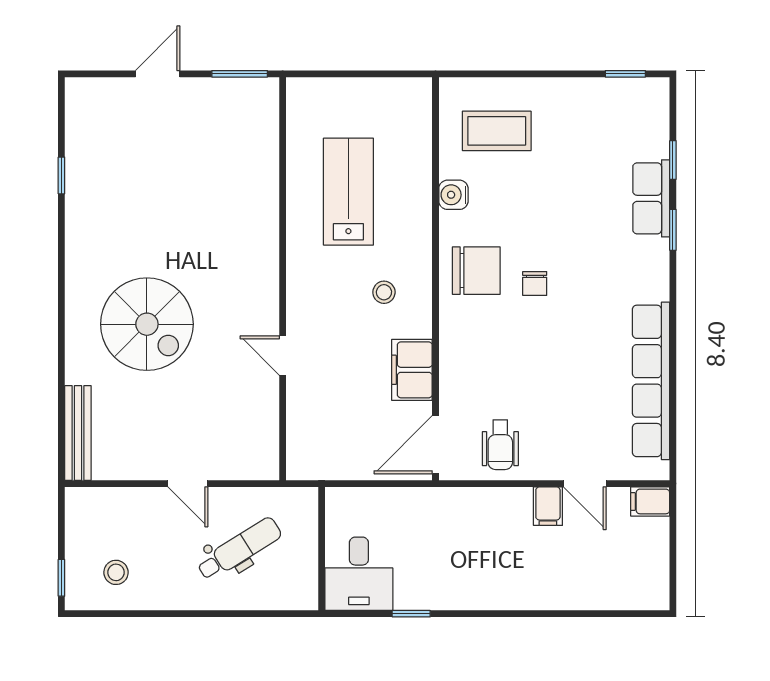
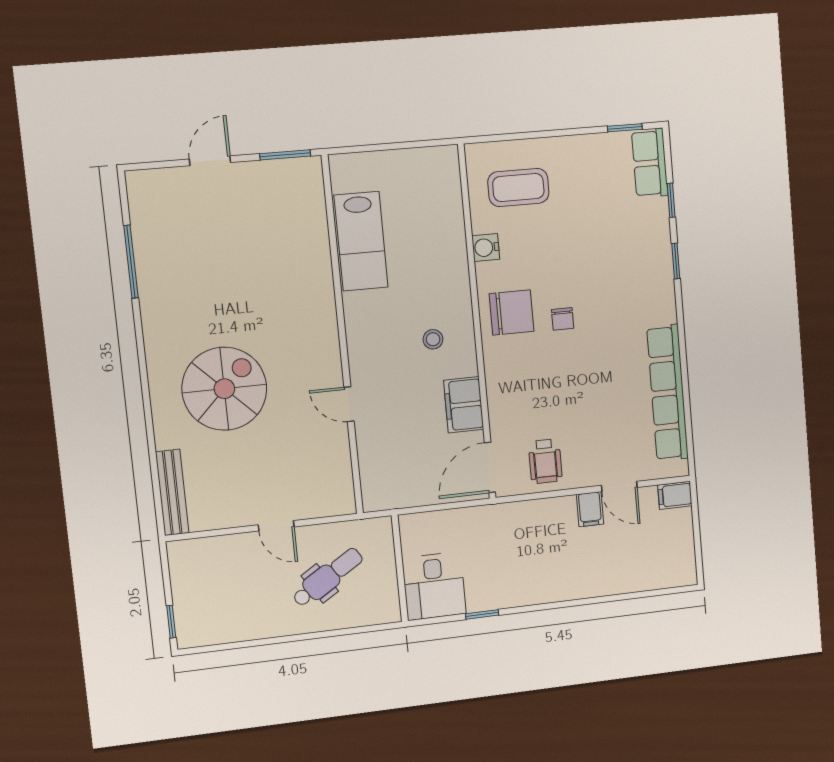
window: (61, 175) -> (131, 262), width x2.17
lab bench: (348, 192) -> (361, 241), moved, turned 180
row of seats: (651, 198) -> (650, 163), moved
spiral stairs: (147, 324) -> (224, 389), turned -90
stool: (116, 572) -> (220, 611), removed

